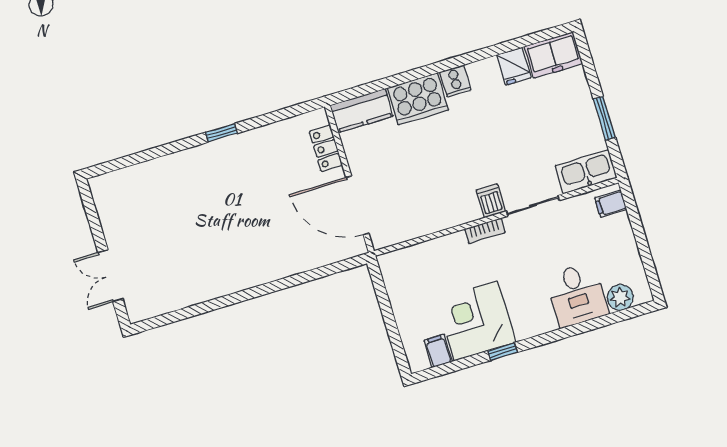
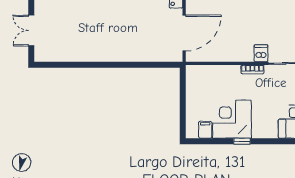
door: (357, 205) -> (184, 33), swing flipped

